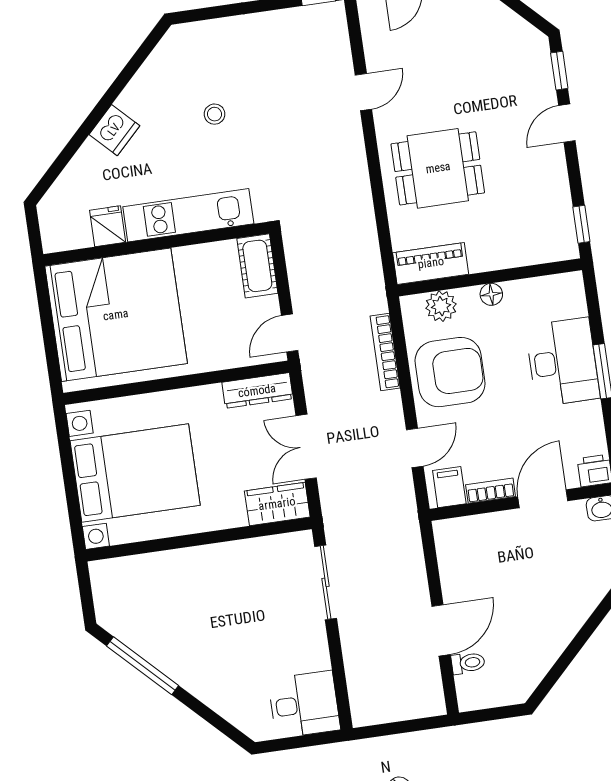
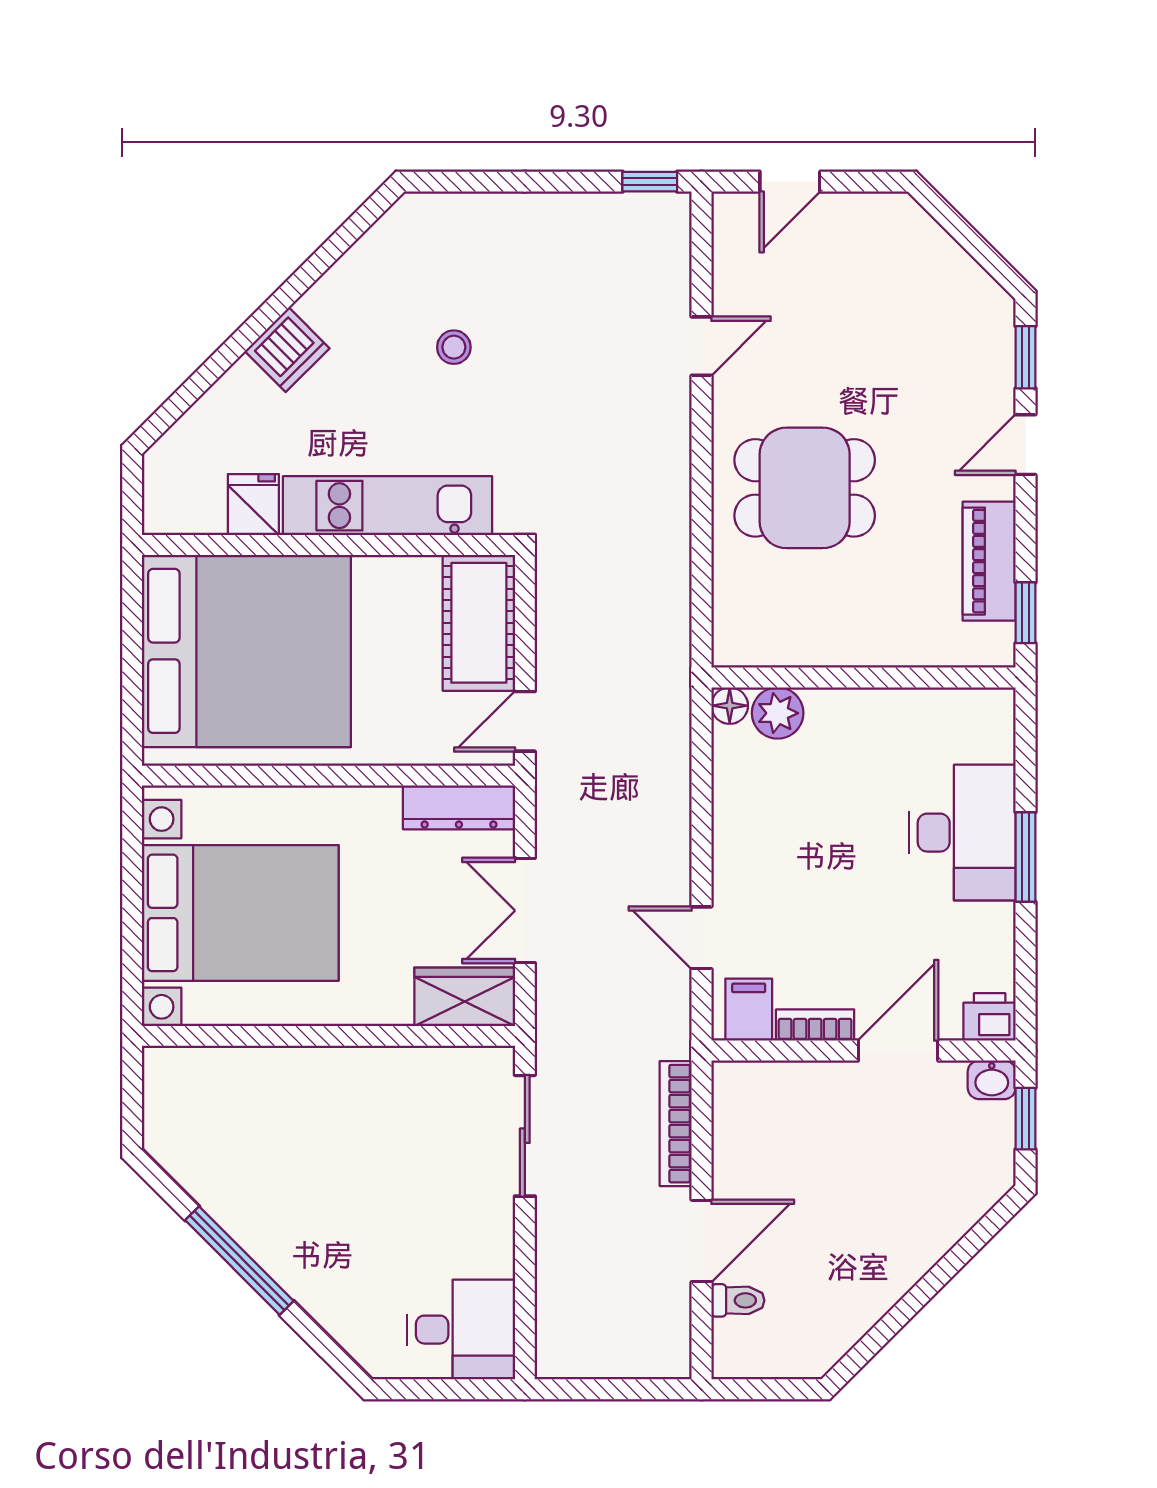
piano: (431, 263) -> (989, 561), moved, turned -90
cot: (257, 266) -> (479, 623), width x1.37, depth x1.34
floor lamp: (491, 294) -> (730, 706), moved
bookcase: (385, 352) -> (676, 1124), moved
armchair: (450, 372) -> (777, 823), removed
door: (415, 448) -> (702, 938), swing flipped
window: (143, 666) -> (239, 1261), moved

